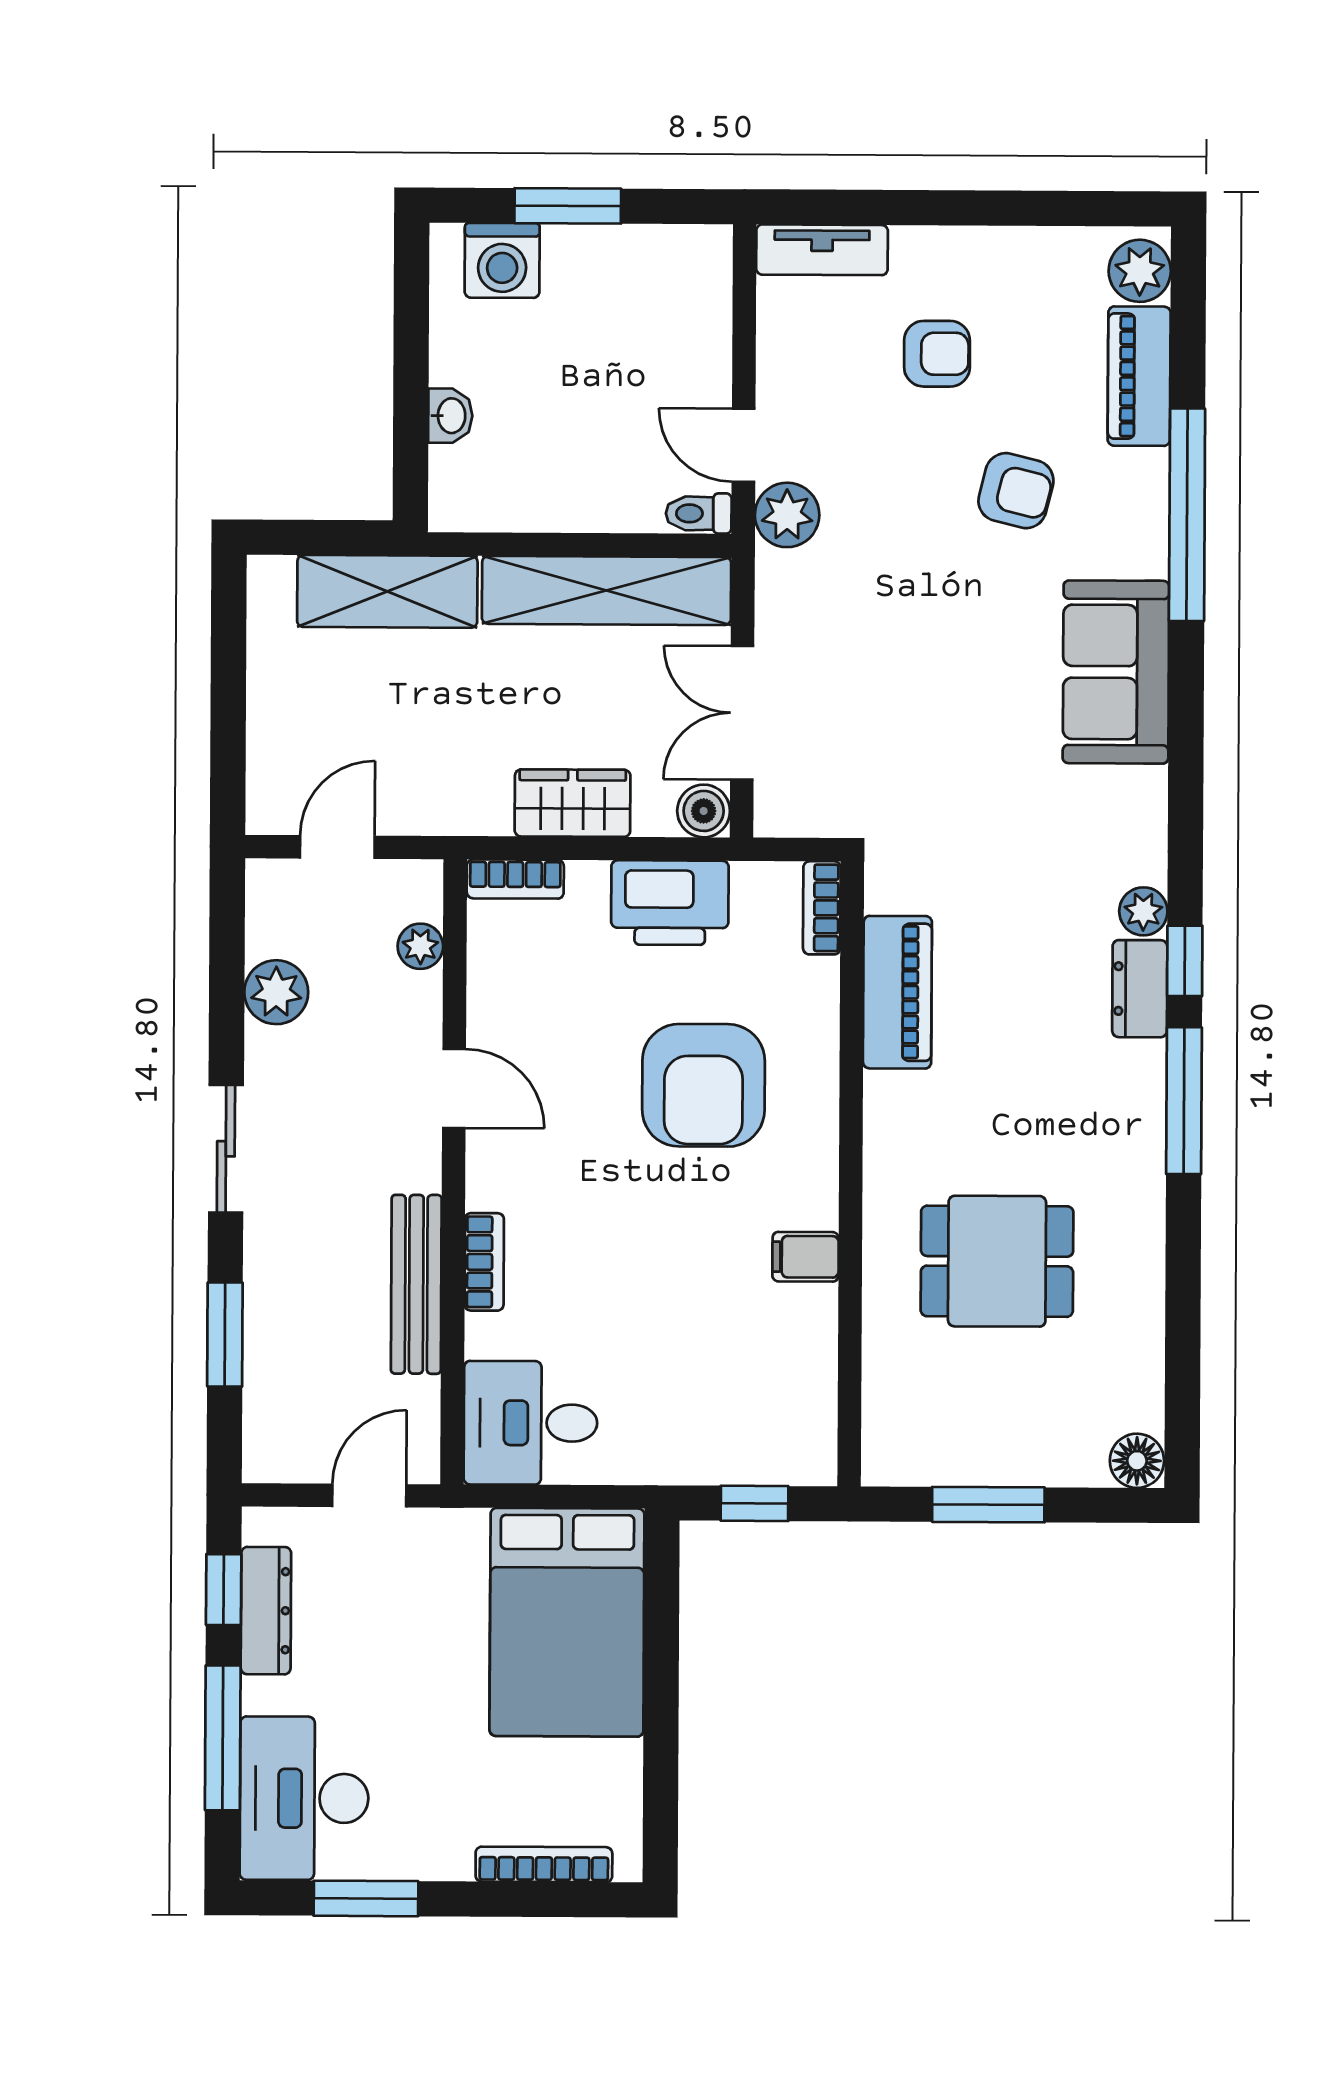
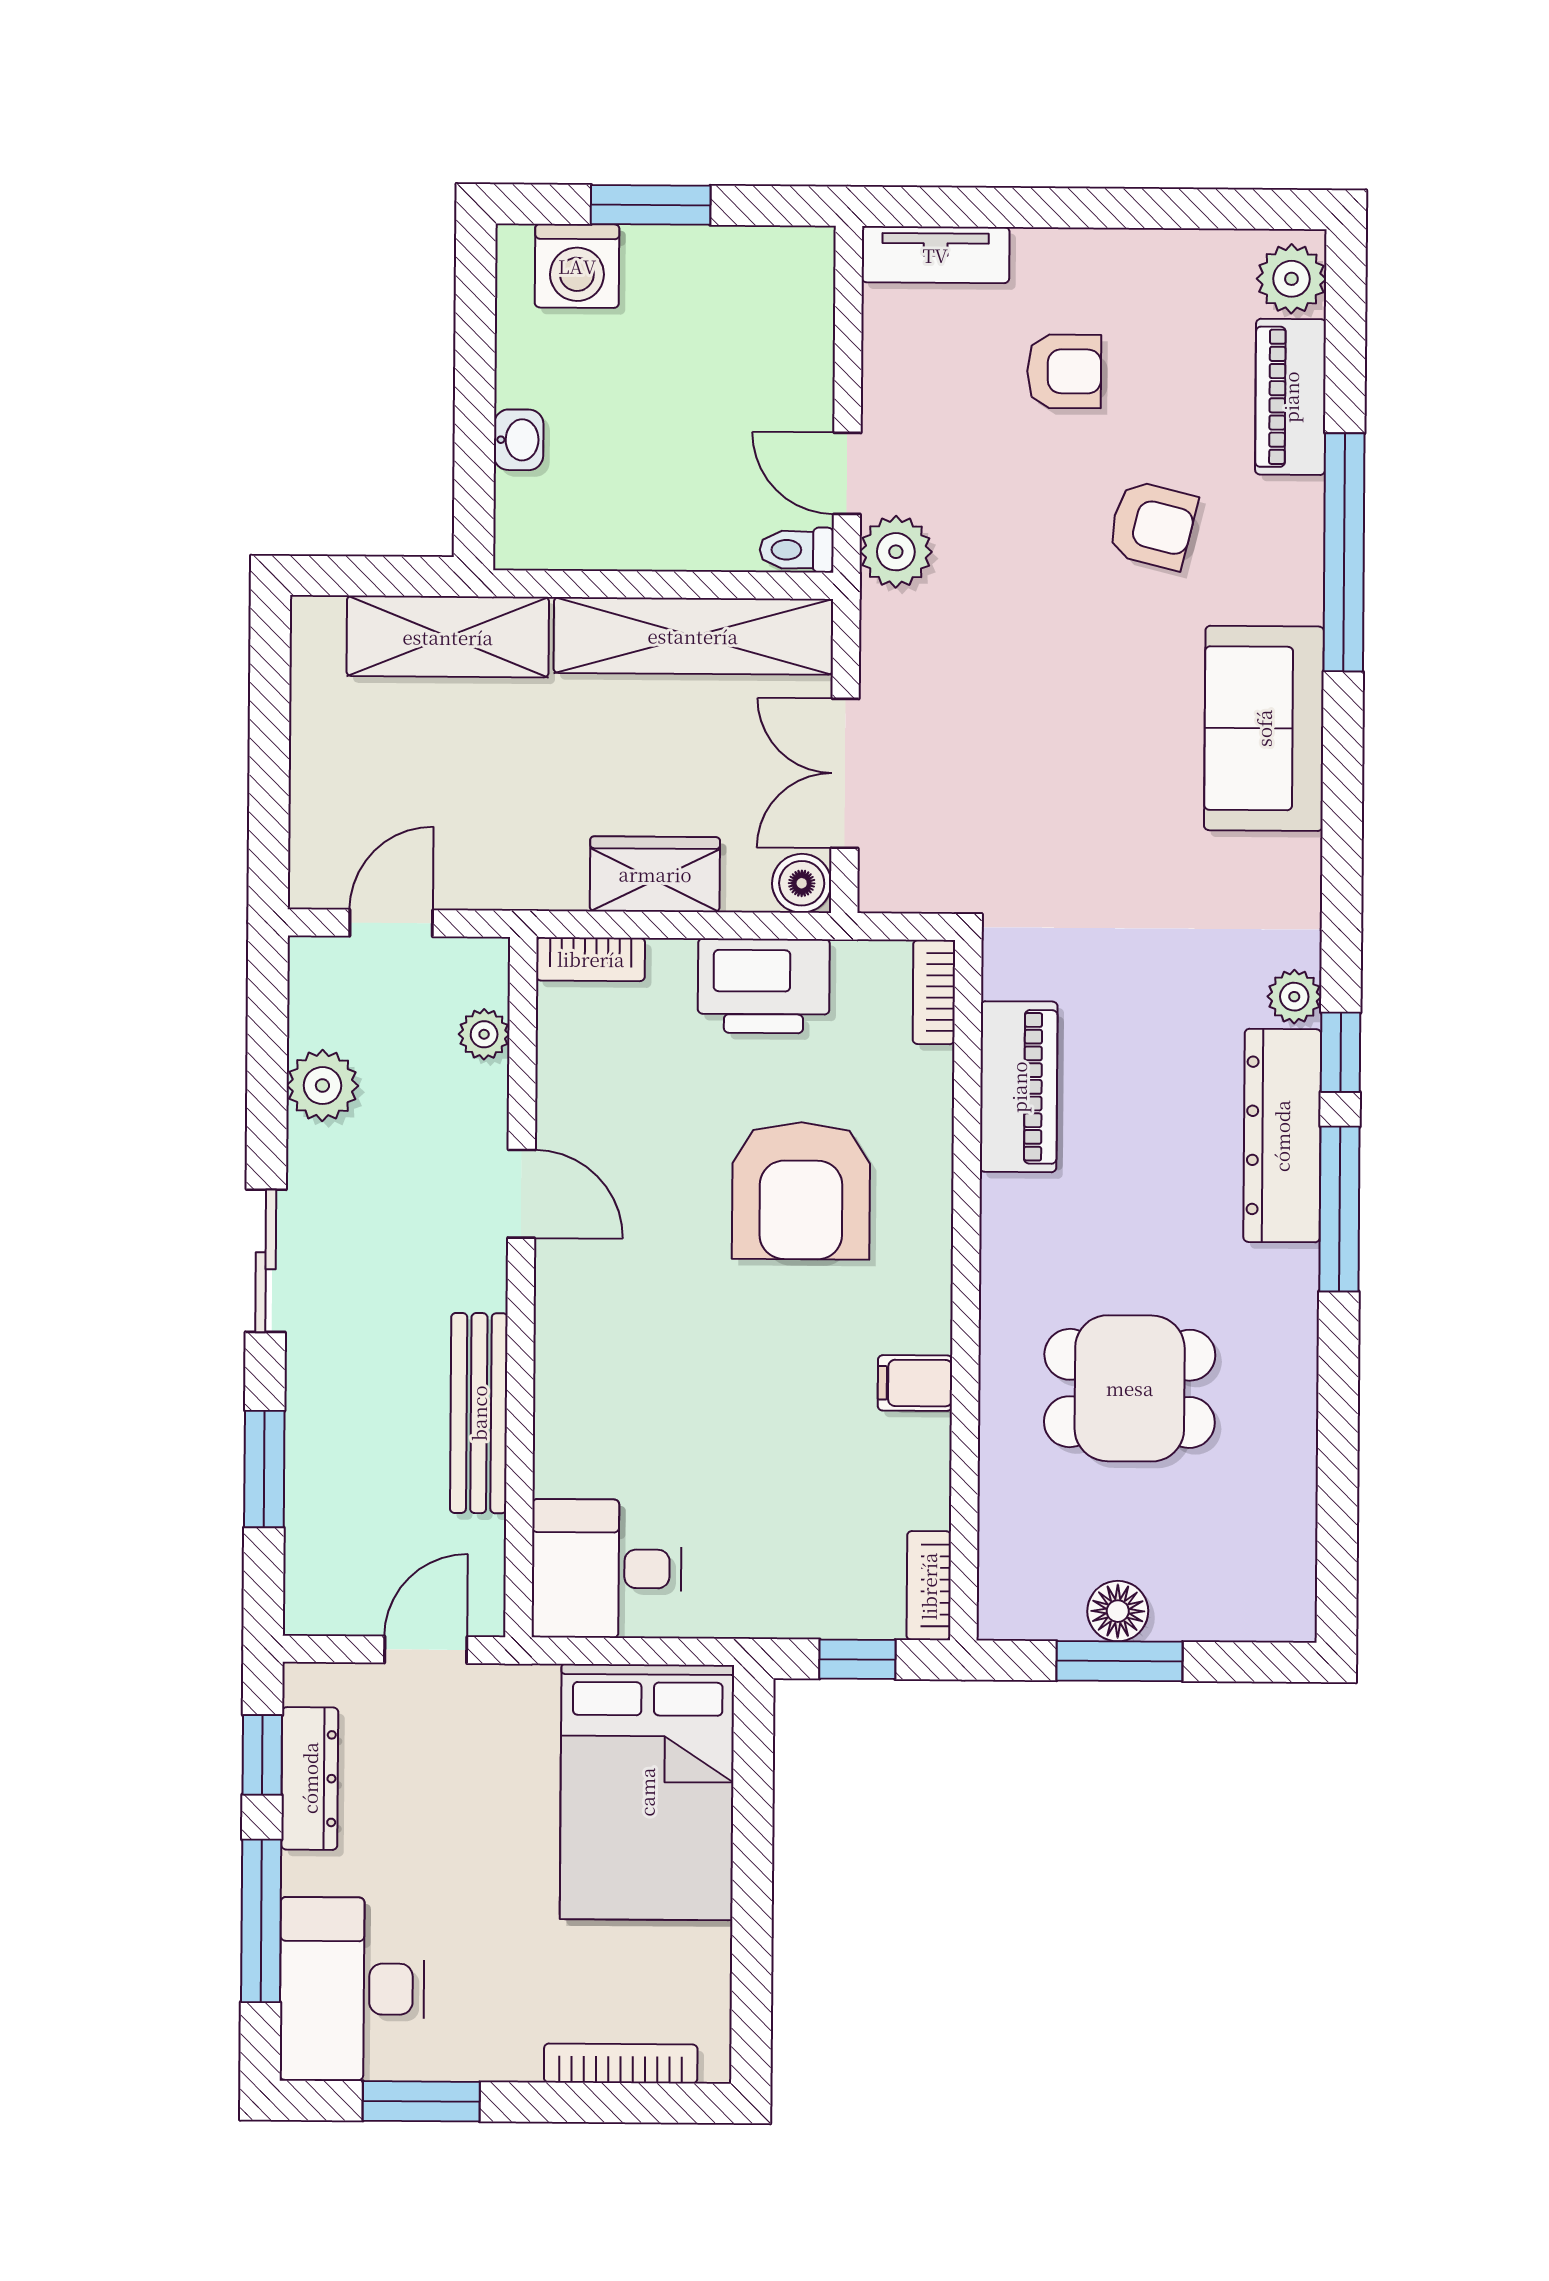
dresser: (1140, 989) -> (1282, 1136), width x1.96, depth x1.24
bookcase: (484, 1262) -> (929, 1586), moved, turned 180
floor lamp: (1137, 1461) -> (1118, 1611), moved

